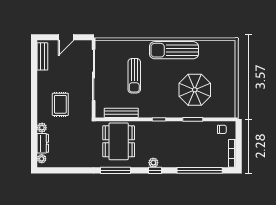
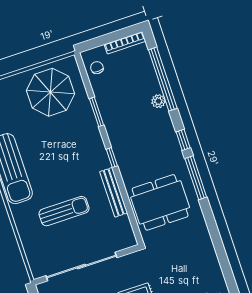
parasol: (195, 90) -> (51, 92), moved
bench: (121, 113) -> (114, 192), moved
plant: (153, 163) -> (158, 101), moved
window: (115, 170) -> (196, 178), moved

